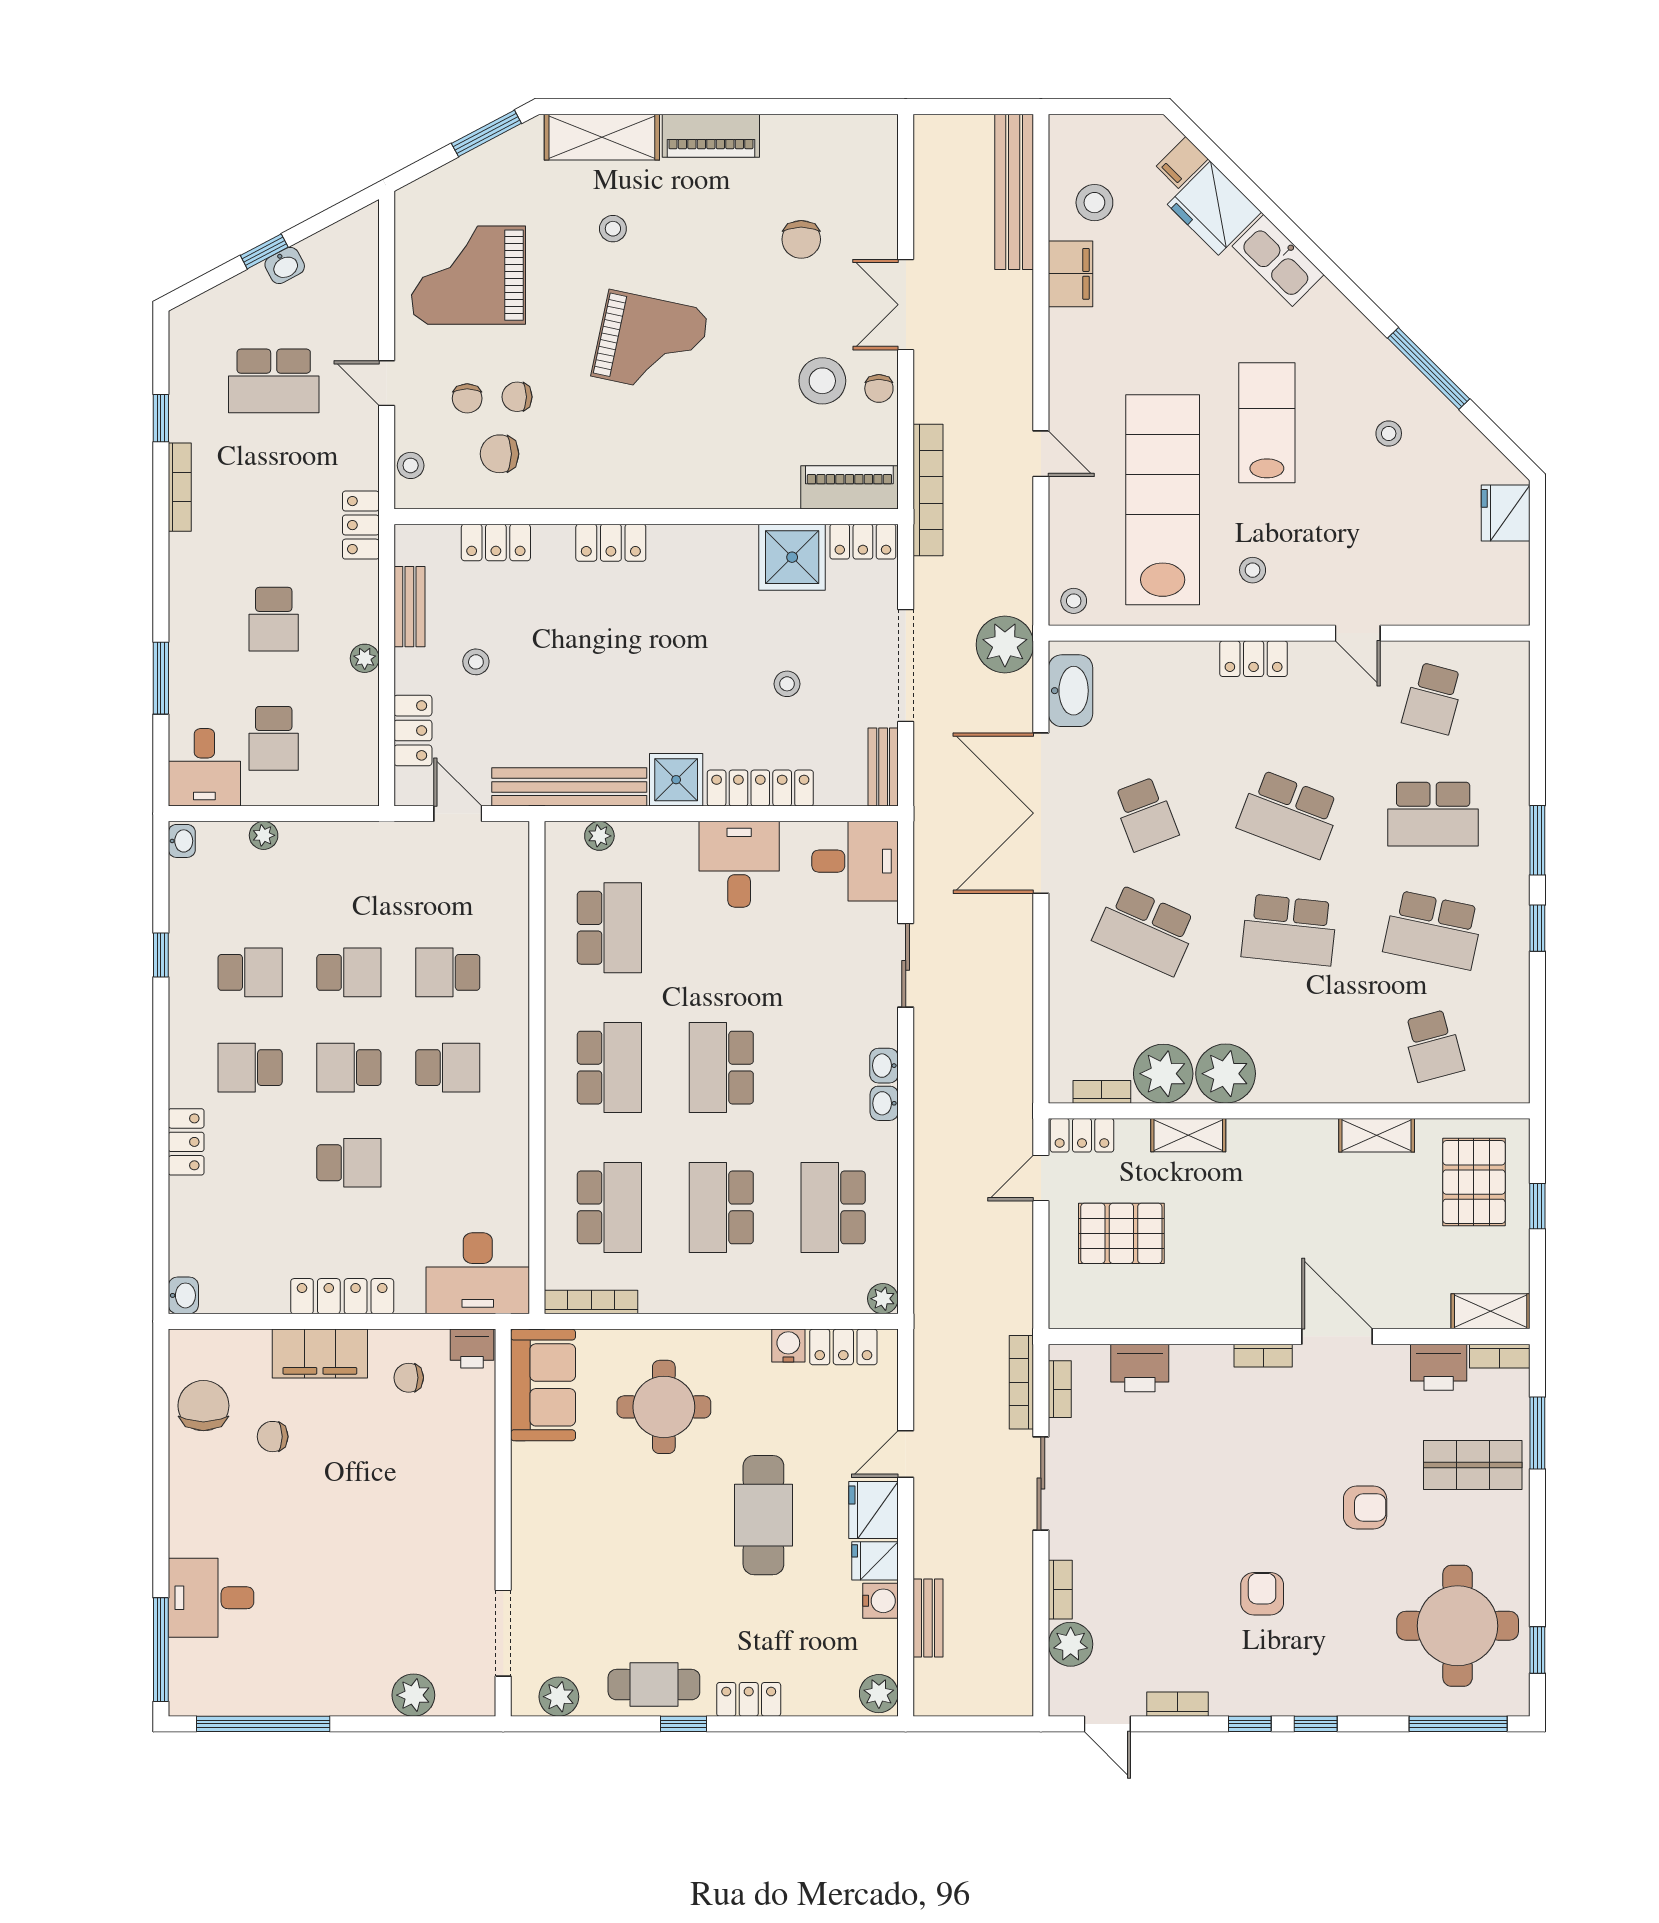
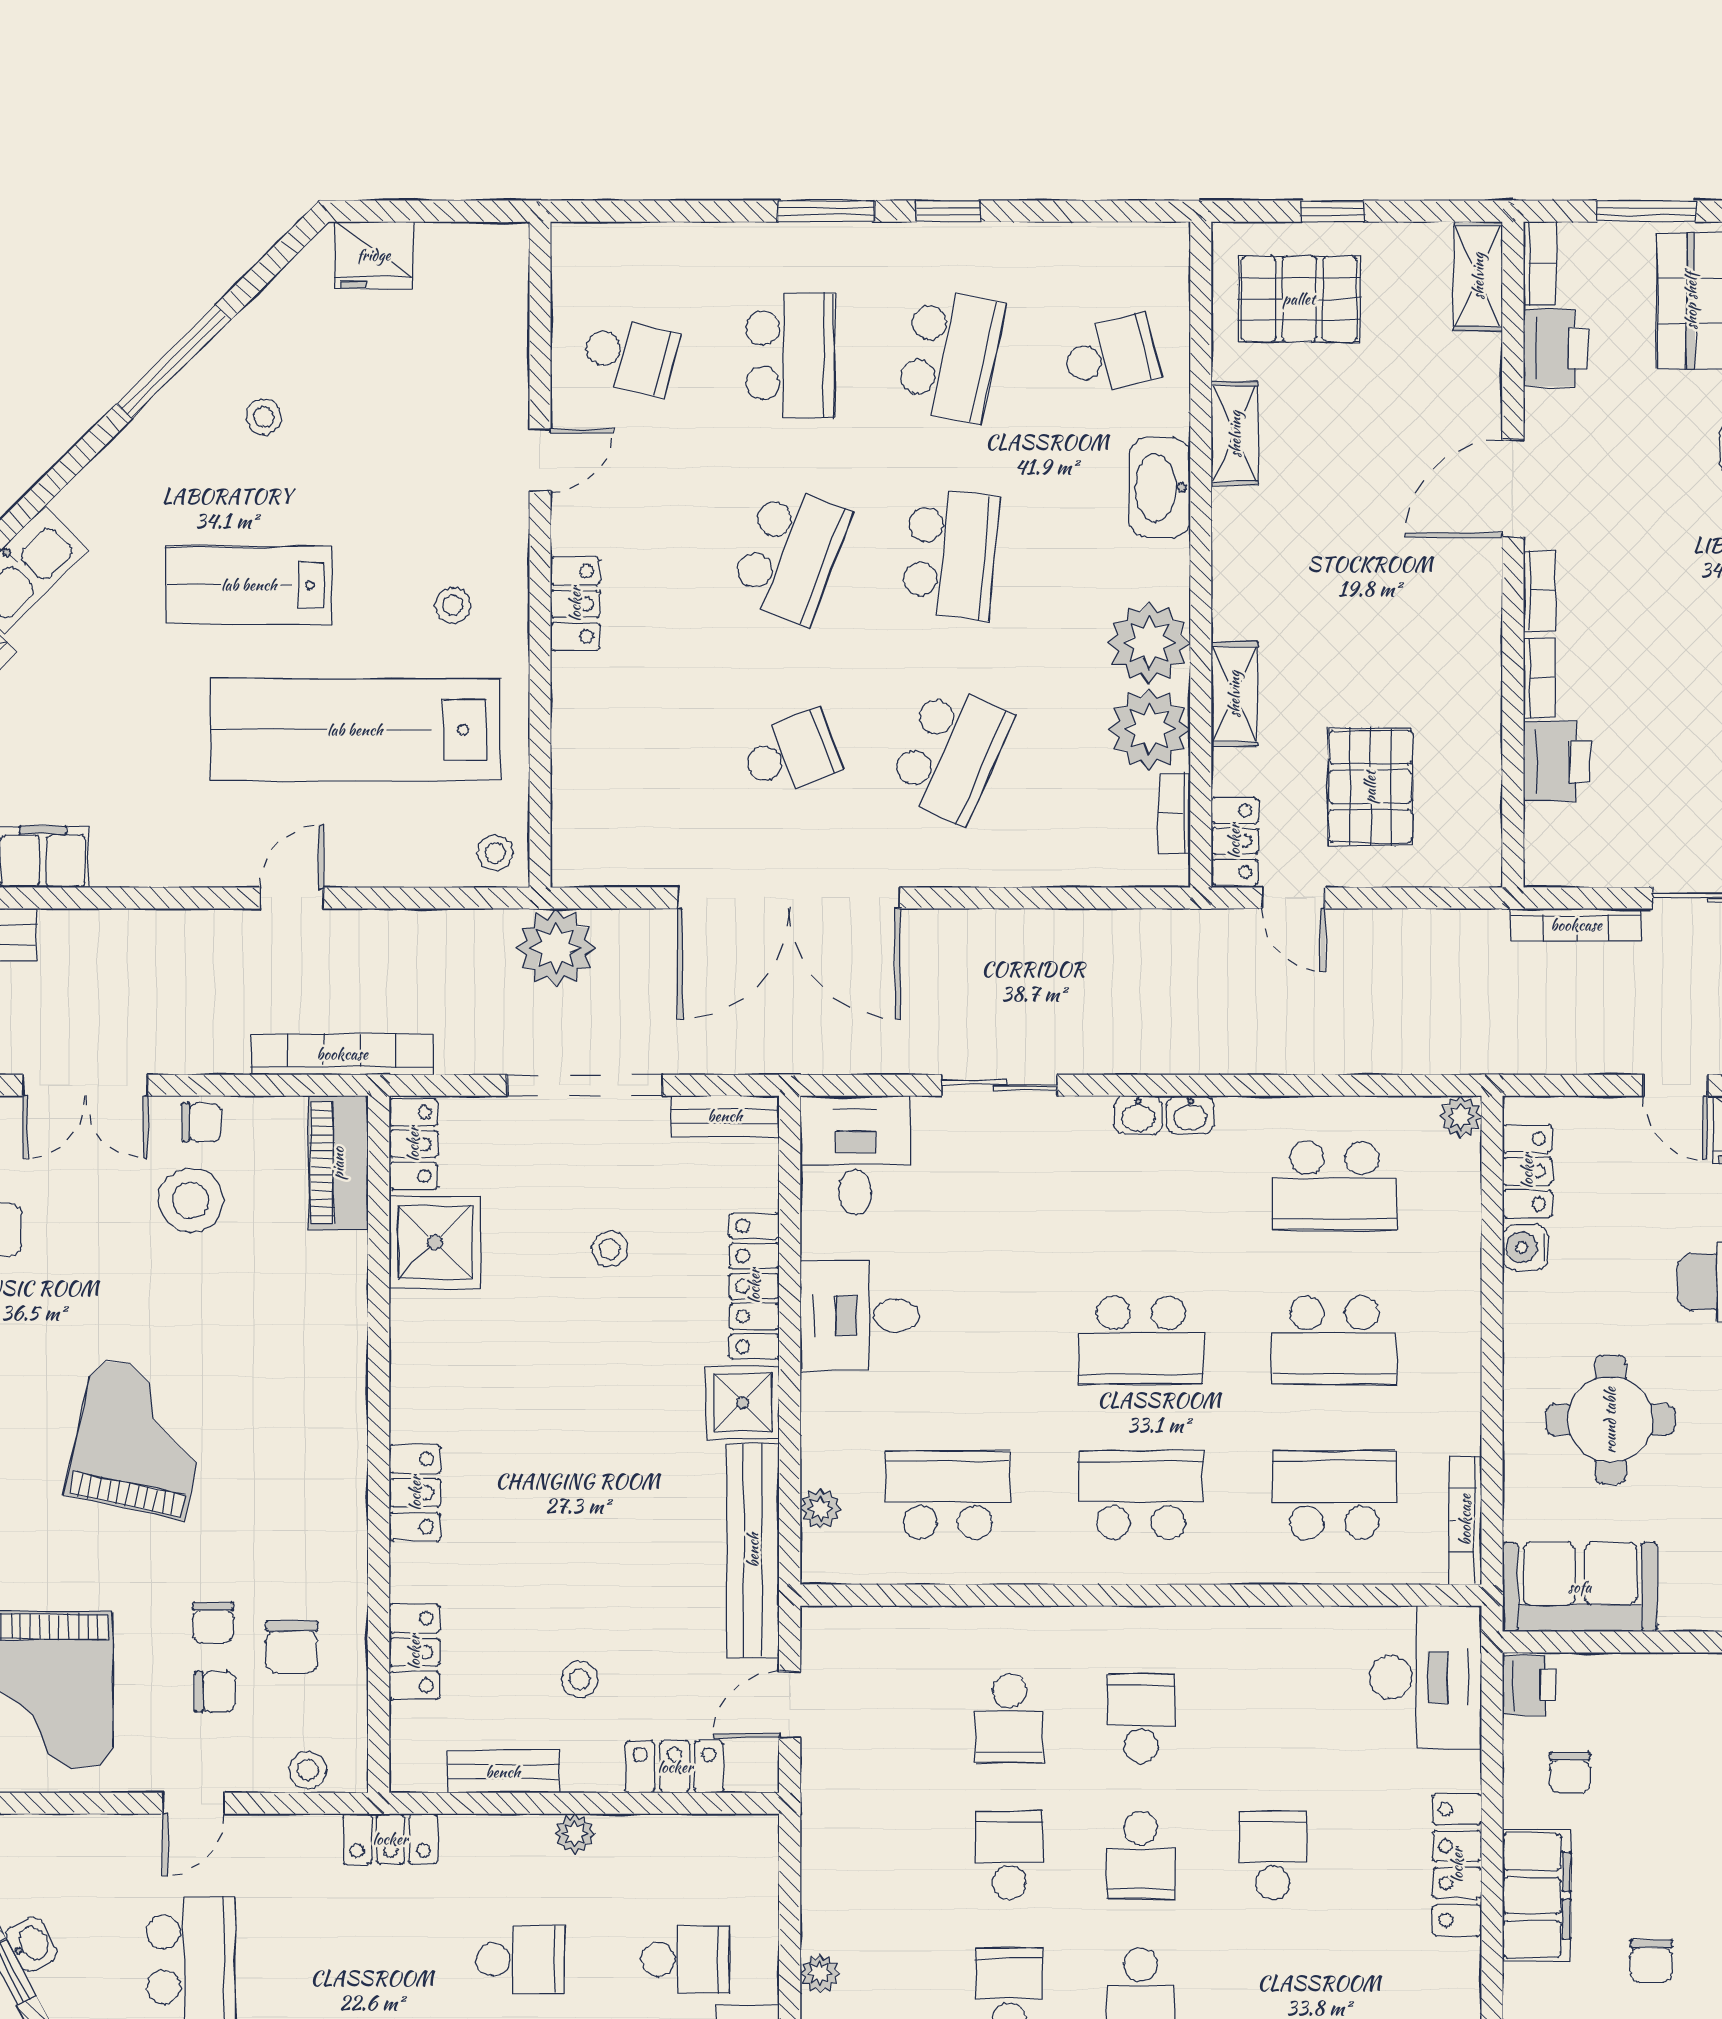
washbasin: (1071, 691) -> (1160, 488), moved, turned -90
bookcase: (1060, 1389) -> (1539, 678), moved, turned 90

